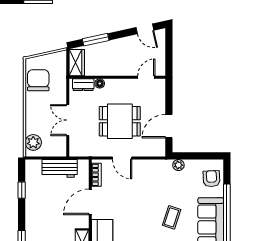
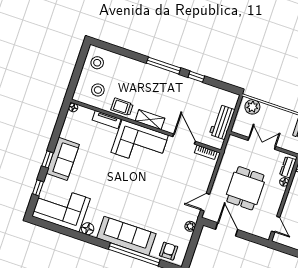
door: (122, 158) -> (205, 202), moved
armchair: (212, 179) -> (169, 251), turned -87
window: (22, 190) -> (196, 77), moved
coffee table: (172, 217) -> (147, 205), removed

